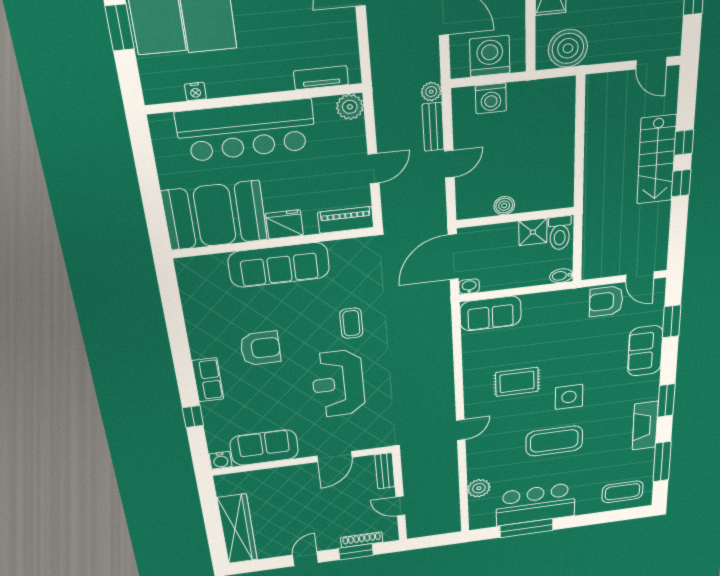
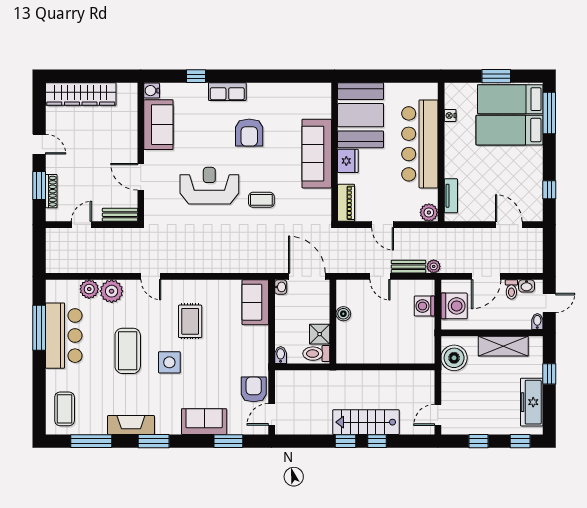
plant: (481, 466) -> (112, 291), added

